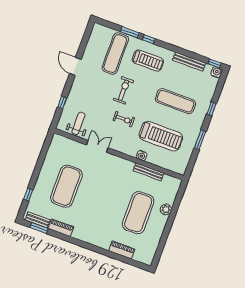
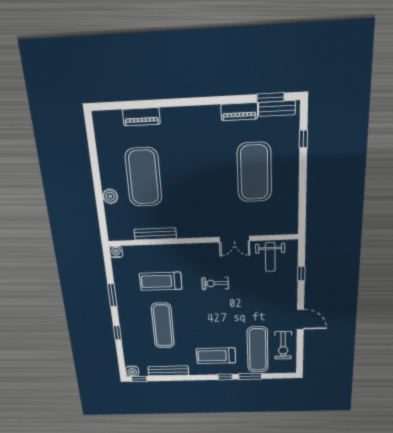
exercise bike: (123, 90) -> (283, 345), moved
exercise mat: (176, 101) -> (163, 326), turned 90
treadmill: (161, 136) -> (161, 281), width x0.73, depth x0.73
water cooler: (142, 156) -> (116, 252), moved

